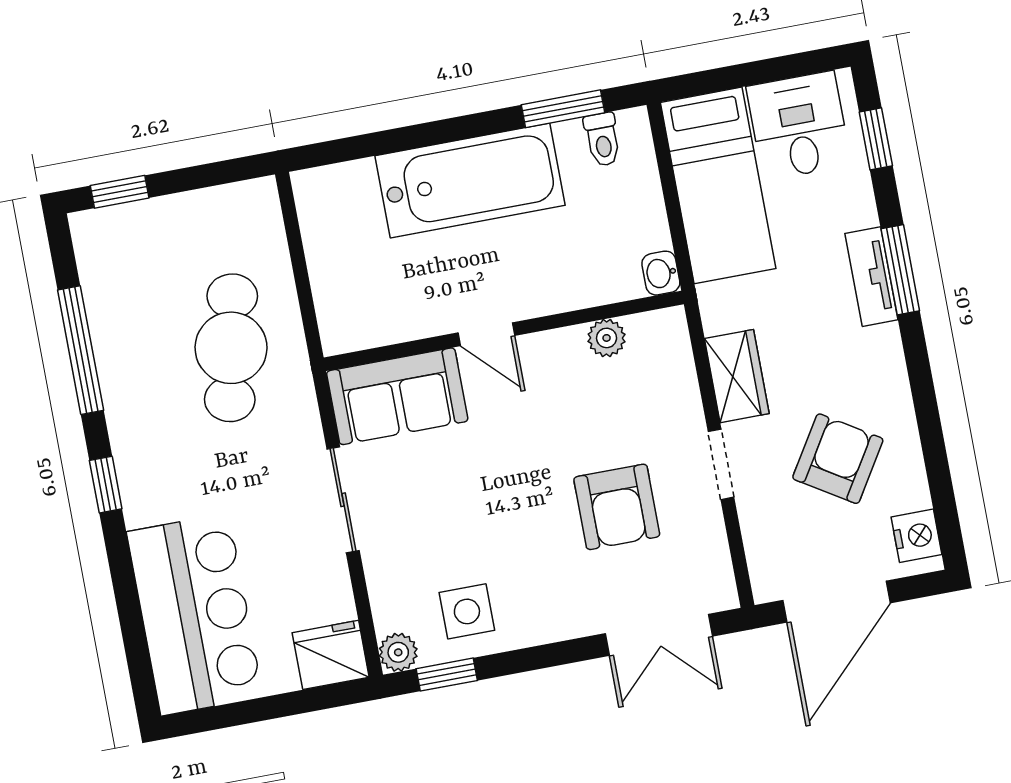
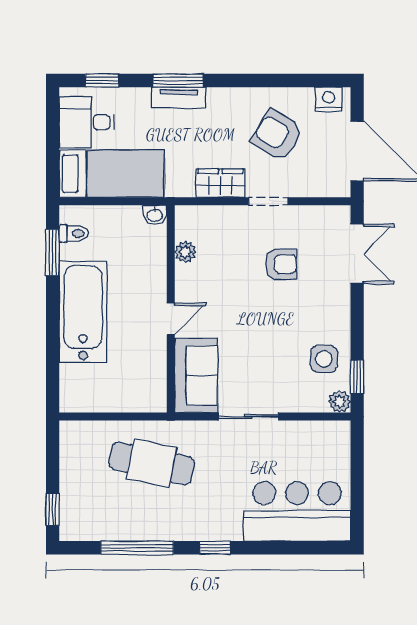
armchair: (617, 507) -> (281, 264), width x0.72, depth x0.72
fridge: (331, 655) -> (334, 440), removed

